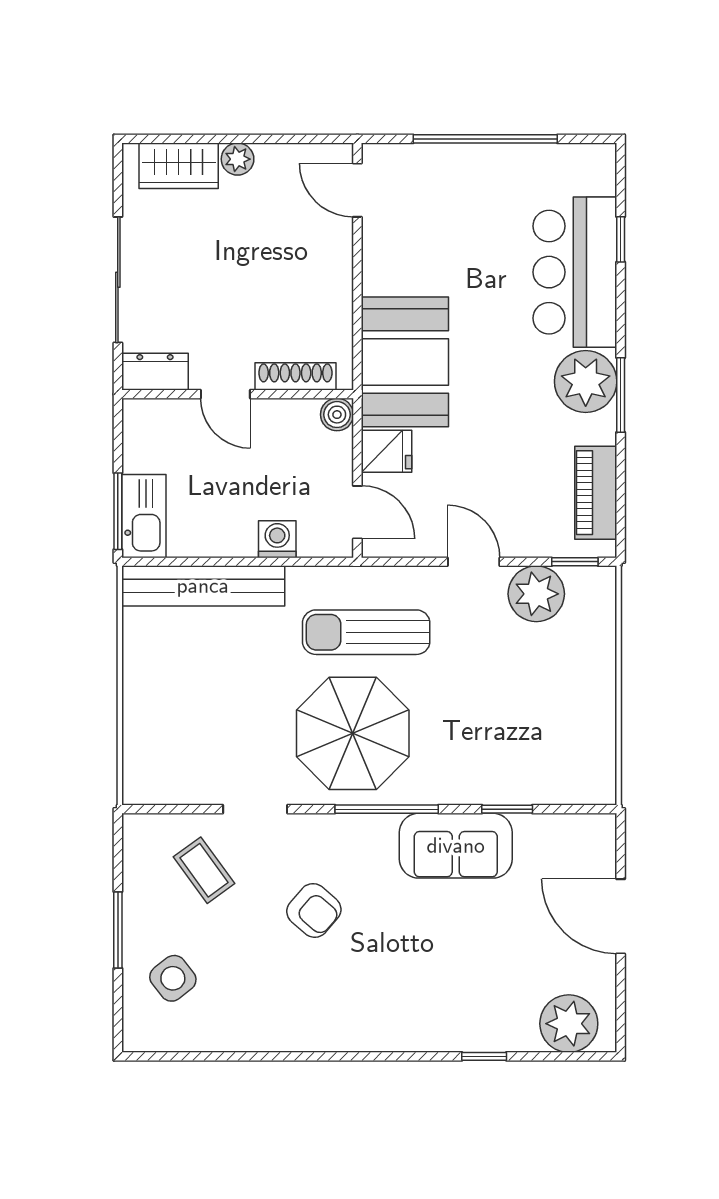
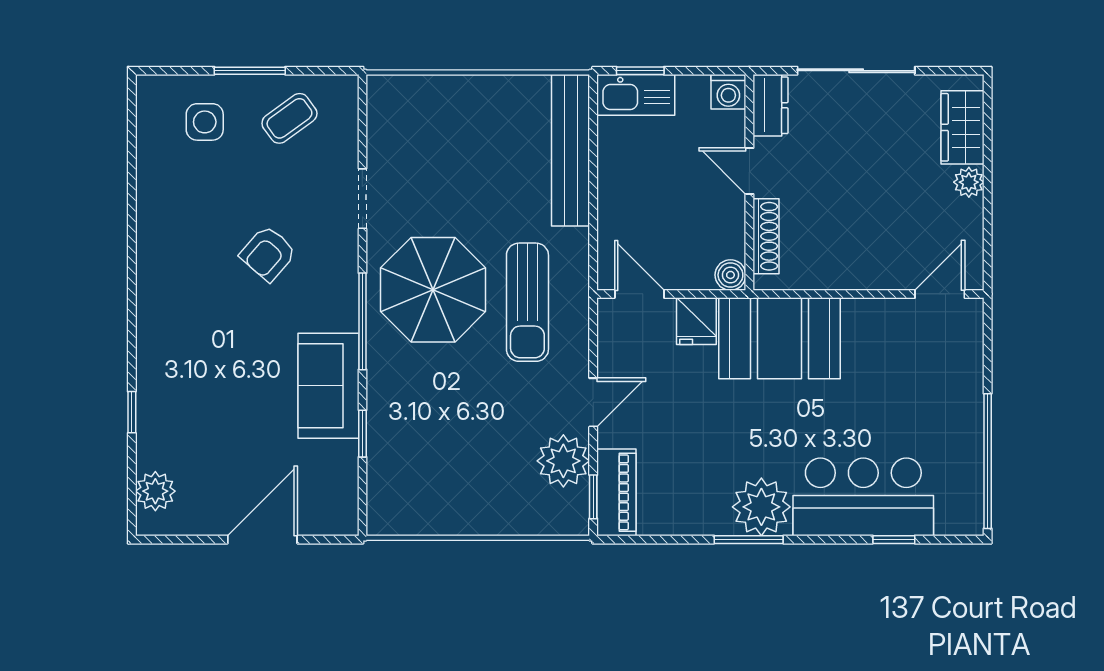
window: (485, 139) -> (988, 461), moved
door: (225, 394) -> (749, 171), hinge flipped
piano: (596, 493) -> (616, 492), moved, turned 90
window: (118, 511) -> (640, 71), width x0.67
door: (357, 512) -> (639, 294), swing flipped
washing machine: (277, 539) -> (728, 92), moved, turned 90
sun lounger: (366, 632) -> (527, 302), turned 180
coffee table: (204, 870) -> (289, 118), moved
side table: (173, 978) -> (205, 122), turned 38
plant: (569, 1024) -> (155, 491), width x0.73, depth x0.73

